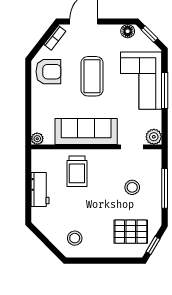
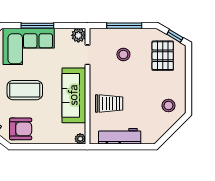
armchair: (48, 72) -> (21, 129), turned 90
workbench: (40, 190) -> (120, 136), width x1.38

